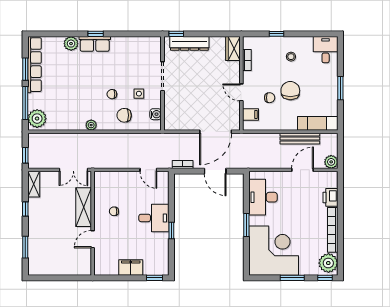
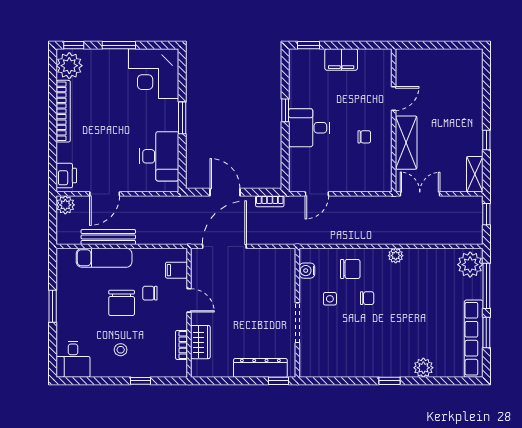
row of seats: (95, 44) -> (391, 367), removed
wardrobe: (233, 49) -> (200, 342), moved
exam couch: (318, 123) -> (104, 258), moved
door: (148, 170) -> (317, 194), swing flipped
printer: (330, 197) -> (66, 176), moved
window: (25, 247) -> (486, 88), removed
corner desk: (274, 251) -> (154, 74), width x0.74, depth x0.74

